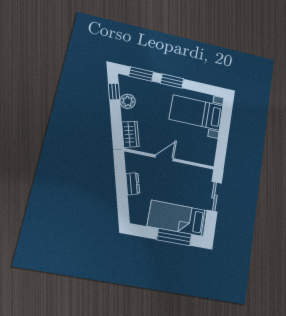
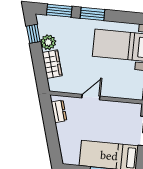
wardrobe: (130, 134) -> (52, 64), moved
dresser: (133, 184) -> (59, 111), moved

